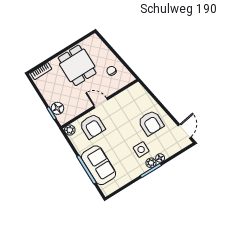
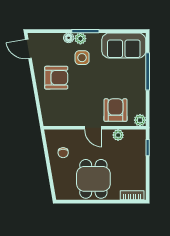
floor lamp: (57, 108) -> (139, 149), removed
plant: (79, 109) -> (118, 135), added
armchair: (151, 123) -> (56, 78), turned 90
door: (185, 131) -> (28, 49), hinge flipped
sofa: (99, 165) -> (124, 45), moved, turned -90

